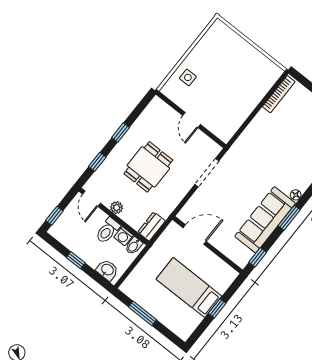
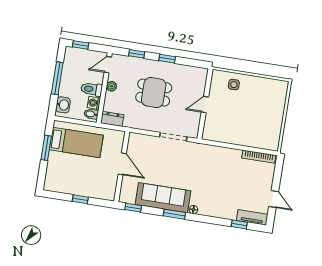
door: (195, 235) -> (122, 164), moved
window: (76, 260) -> (57, 78), width x2.17
bed: (189, 288) -> (76, 142), moved, turned 90

